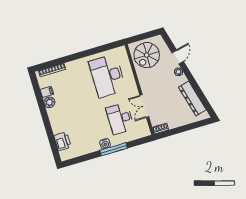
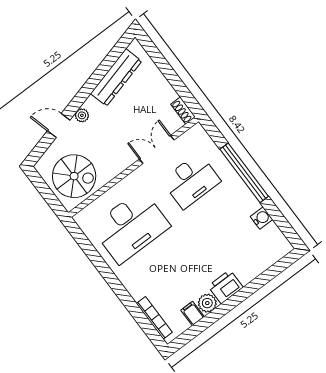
double door: (144, 106) -> (157, 149), swing flipped
printer: (62, 141) -> (226, 287), moved
water cooler: (105, 144) -> (262, 218), moved
window: (114, 149) -> (244, 173), width x1.46

